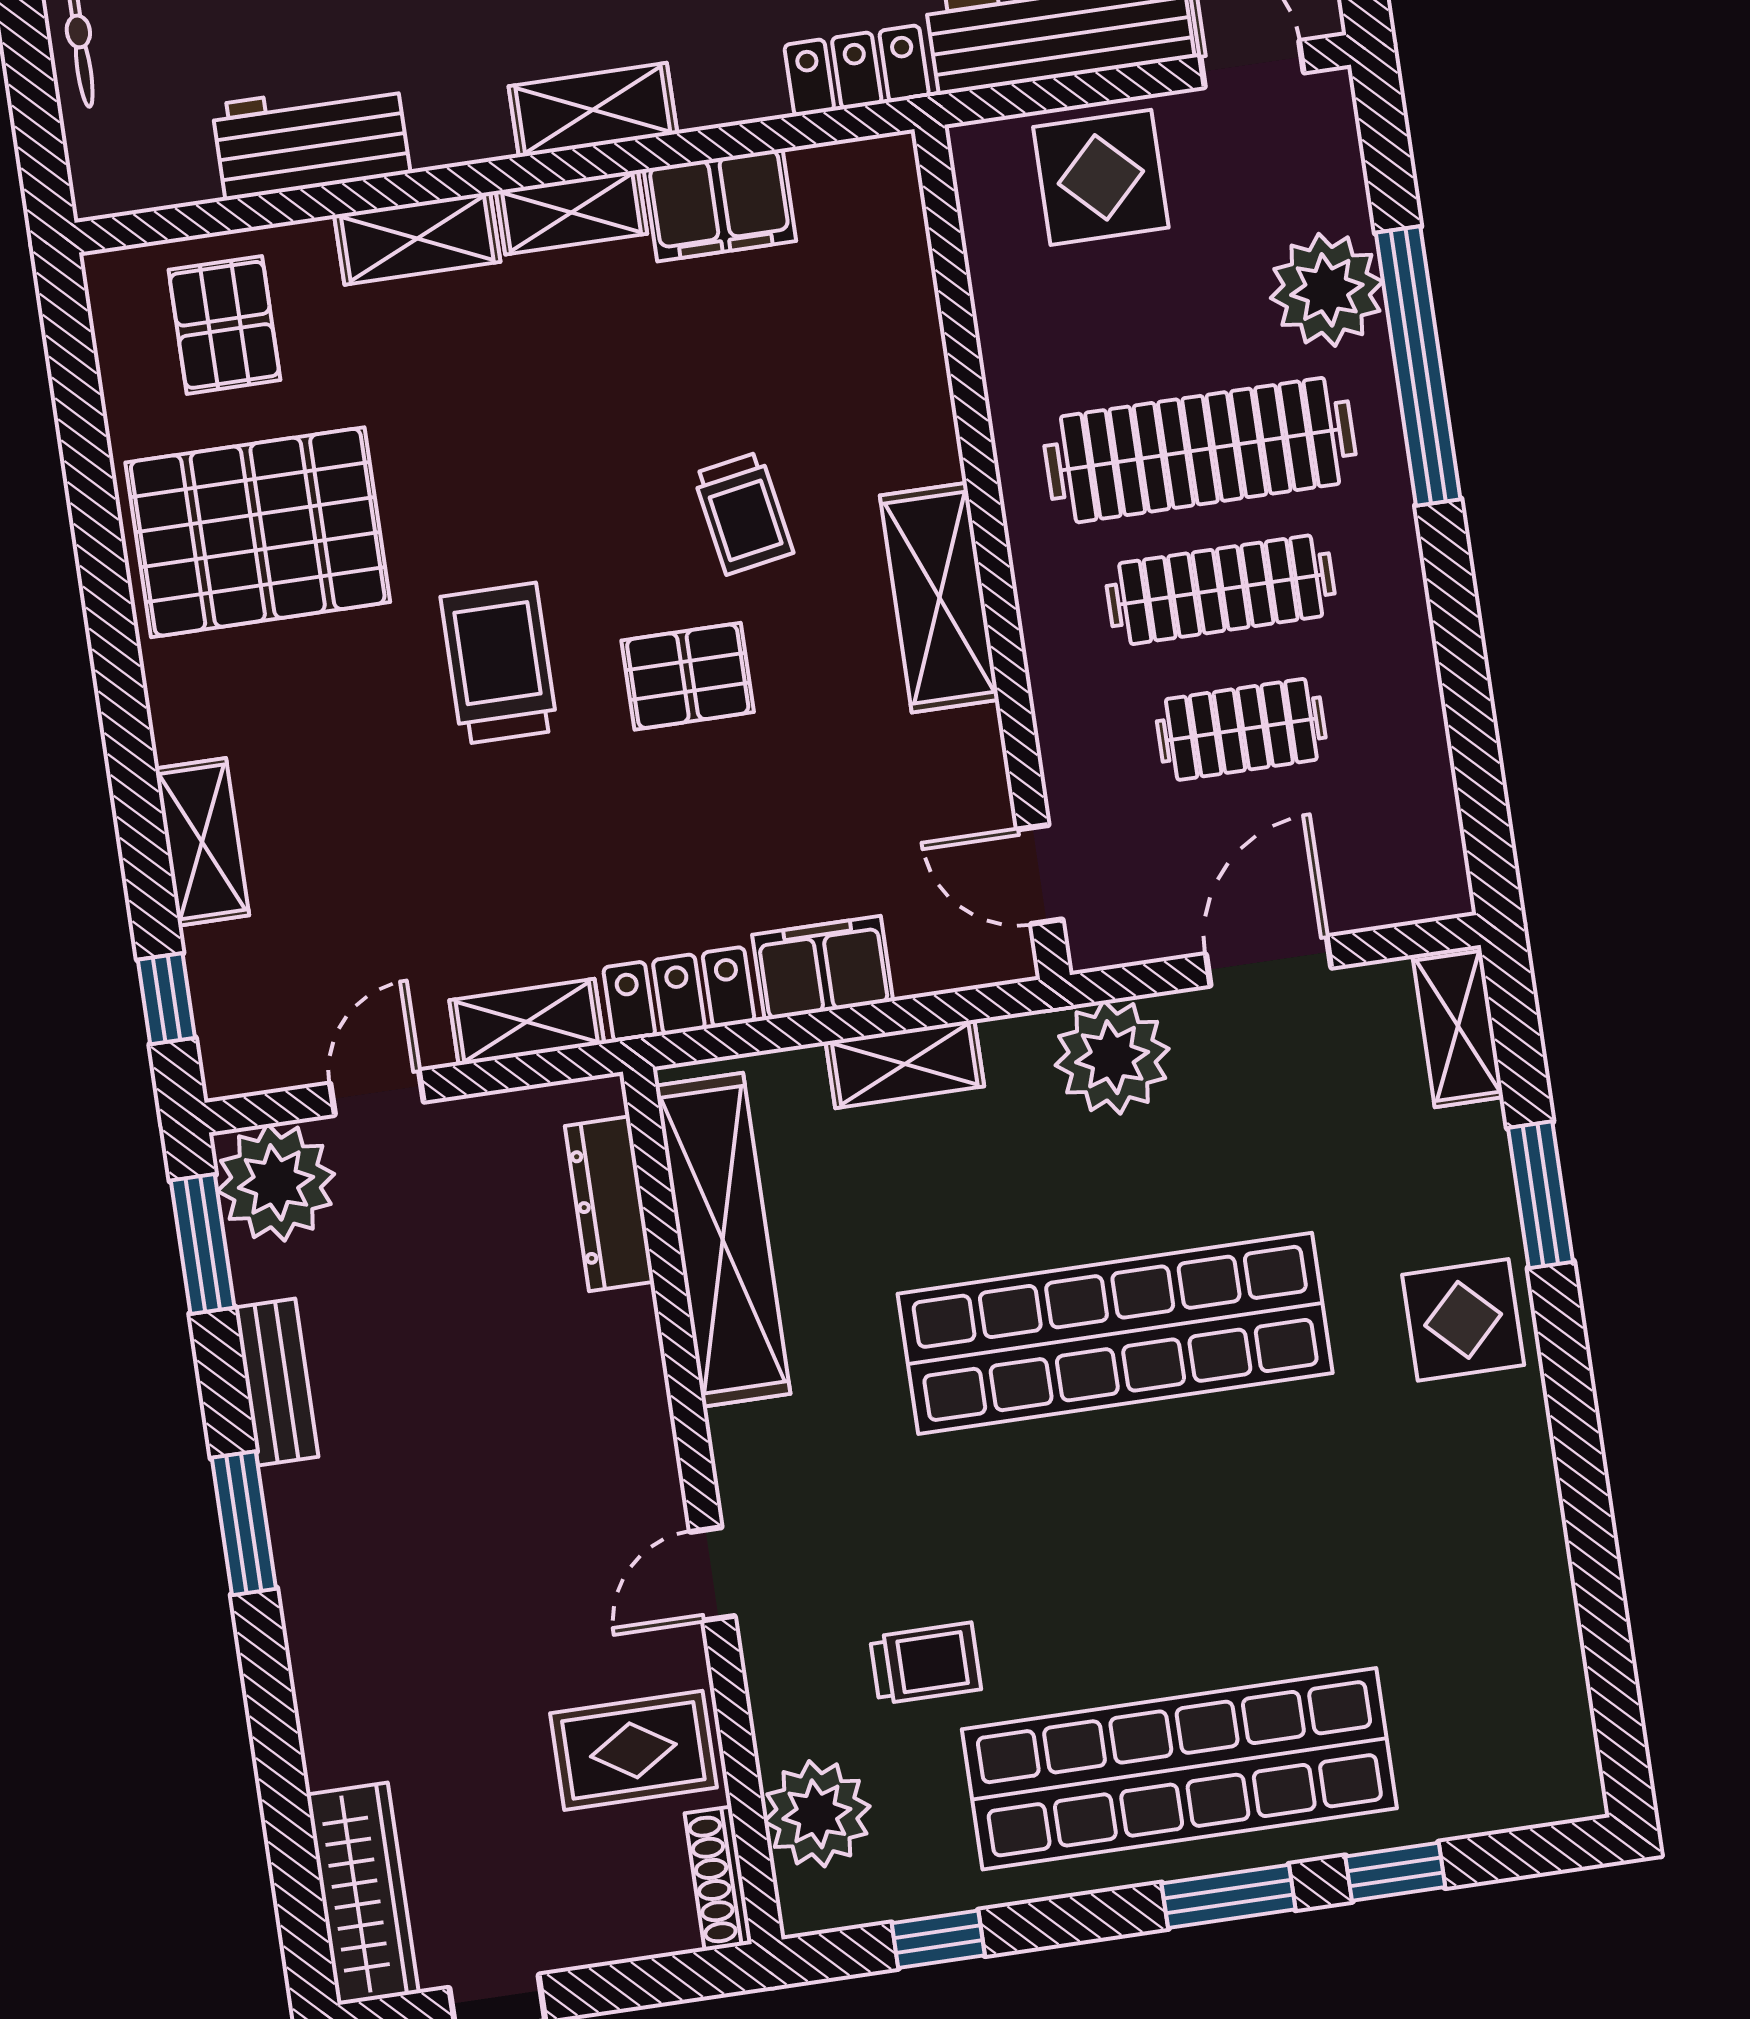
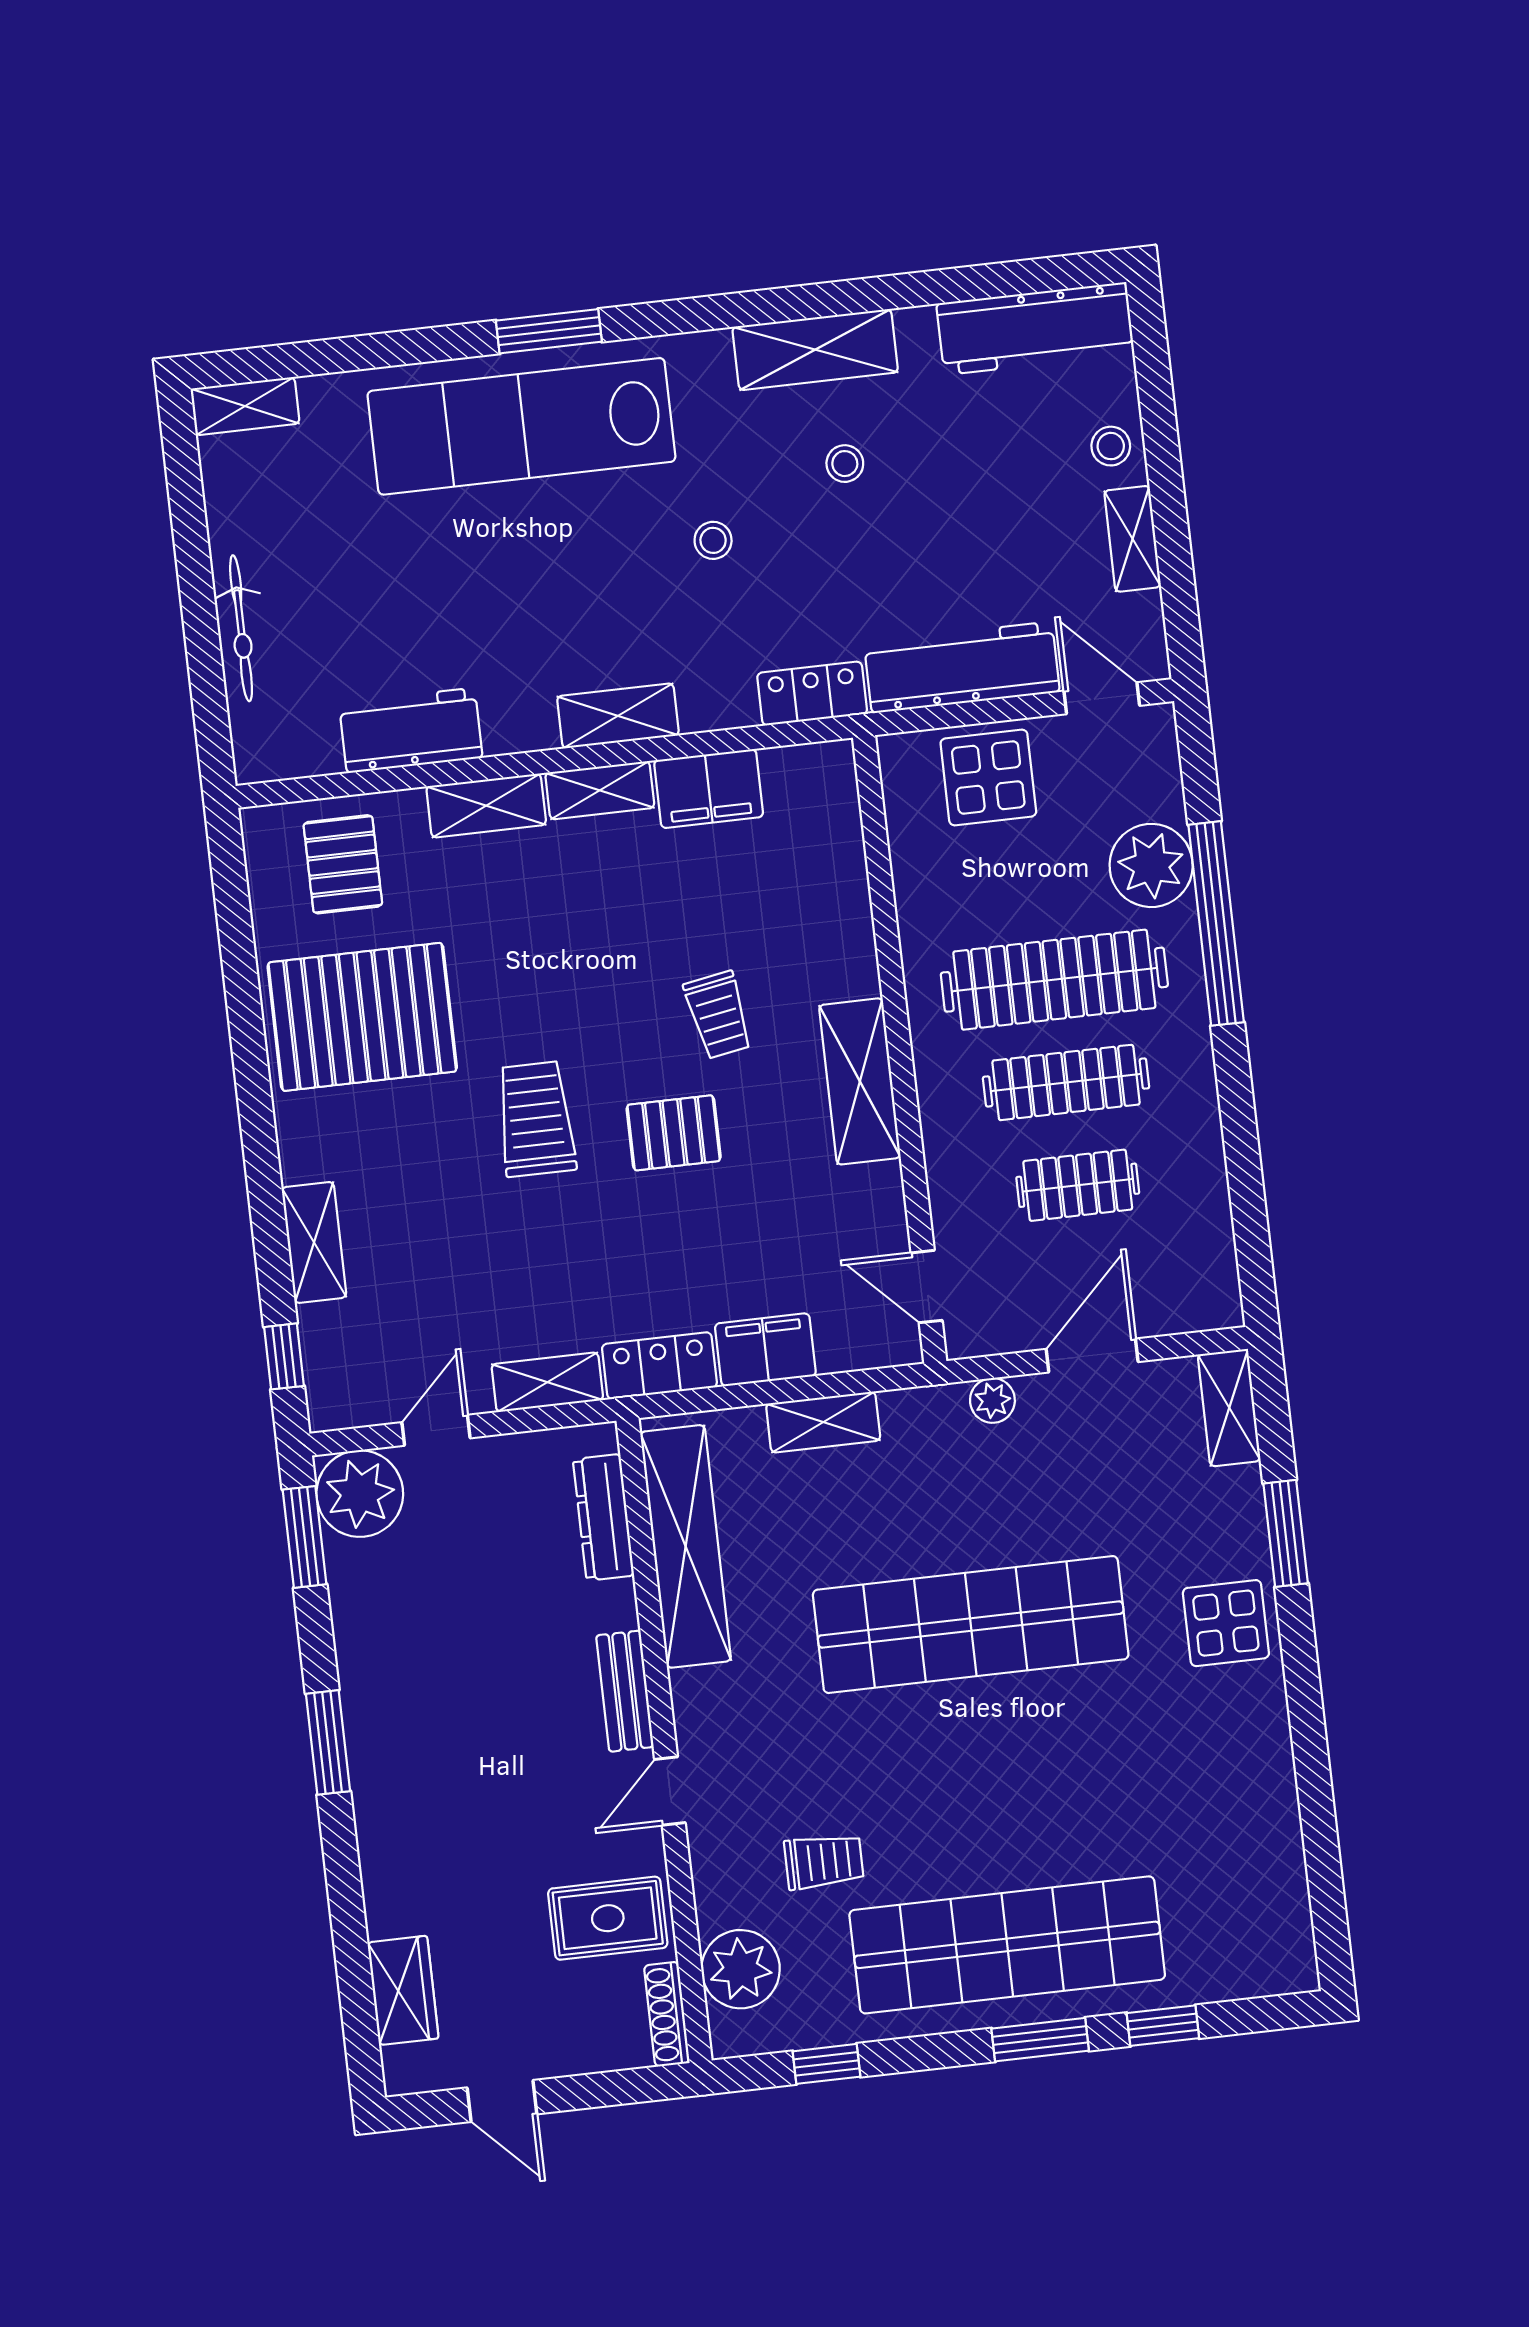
plant: (1112, 1057) -> (992, 1400), width x0.53, depth x0.53
bench: (277, 1382) -> (625, 1691), moved
wardrobe: (363, 1893) -> (403, 1990), width x0.67

